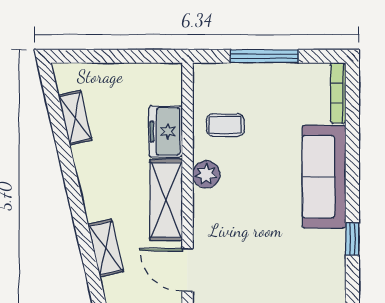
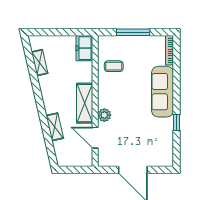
freezer: (166, 132) -> (84, 48), moved
plant: (206, 174) -> (104, 115), moved

